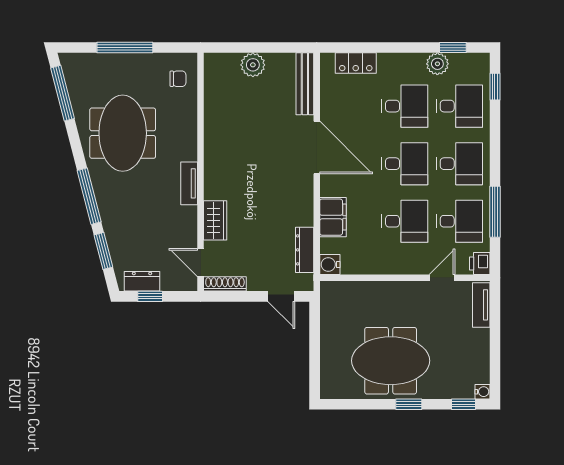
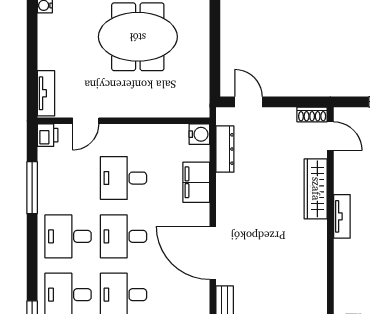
wardrobe: (215, 220) -> (316, 189), width x1.50
desk: (459, 221) -> (68, 178), removed
shoe rack: (225, 284) -> (312, 115), width x0.70

